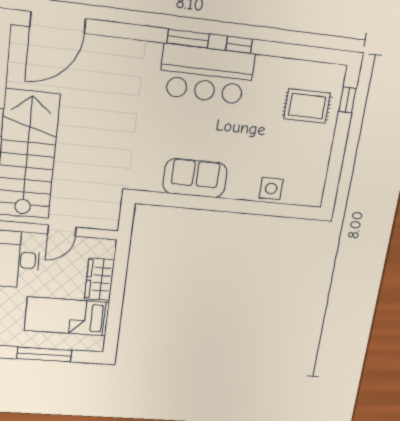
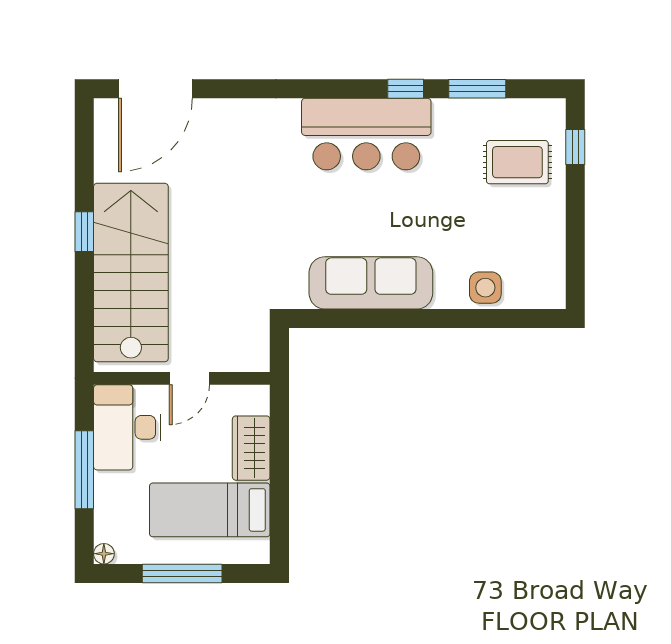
window: (188, 39) -> (477, 89), moved
sofa: (195, 178) -> (371, 283), width x1.36

